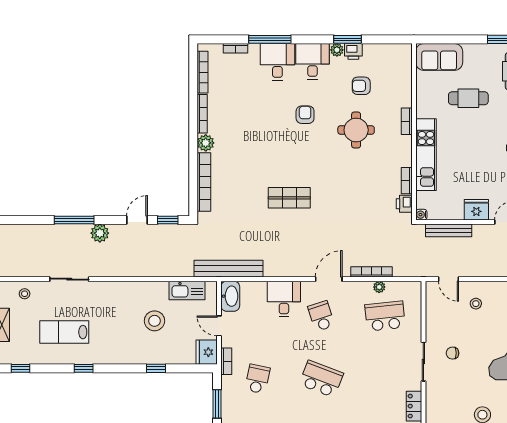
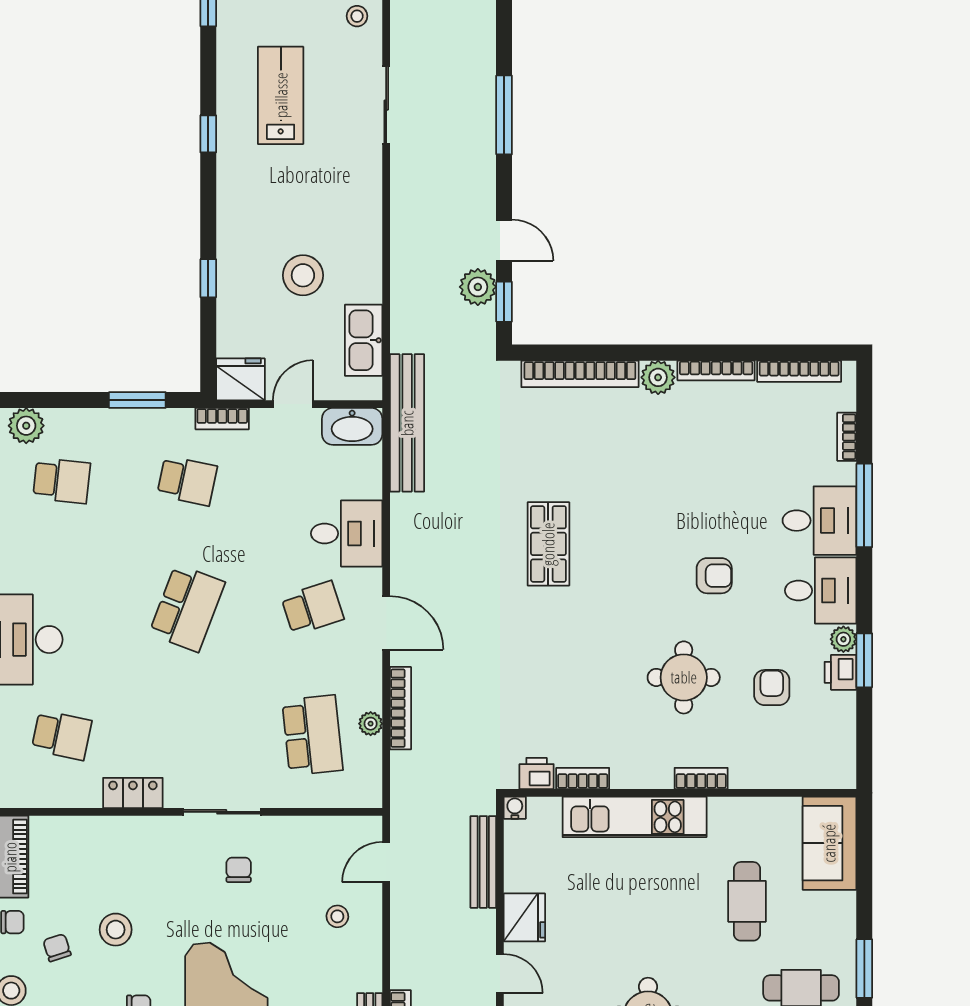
plant: (100, 233) -> (478, 287), moved

